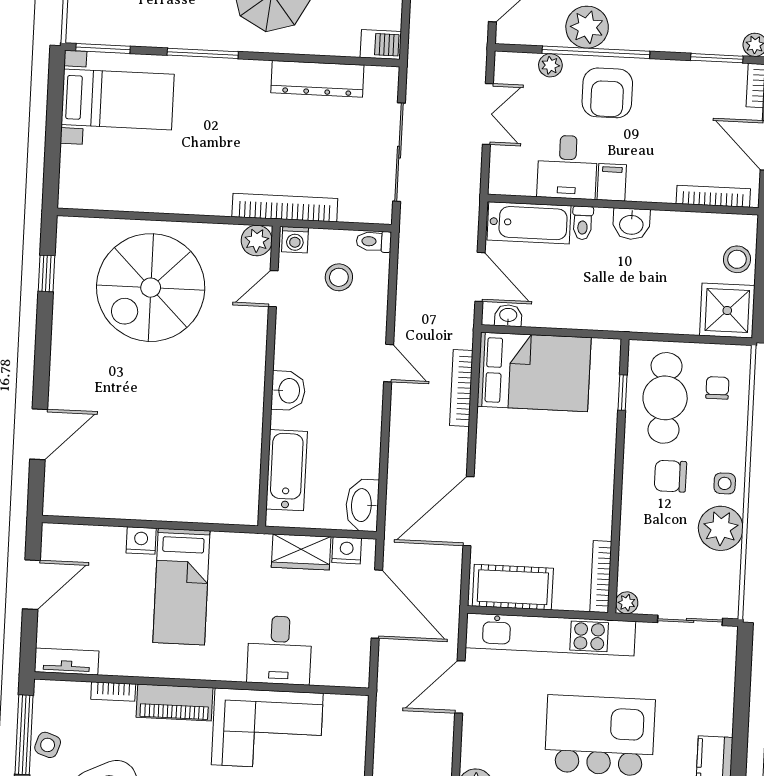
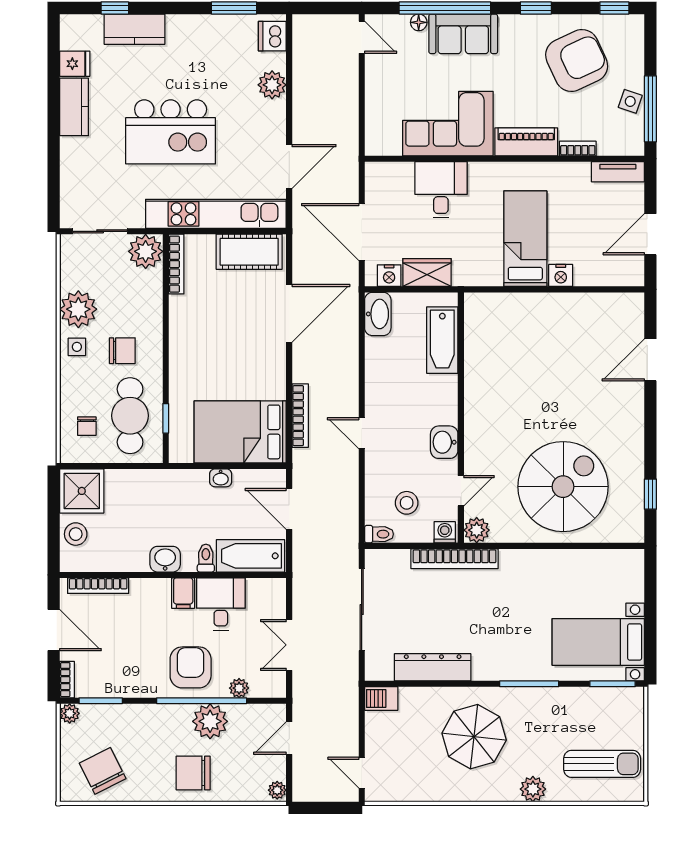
washbasin: (508, 316) -> (221, 478), moved
washbasin: (288, 391) -> (444, 442), moved
plant: (627, 603) -> (146, 251), width x1.87, depth x1.87

